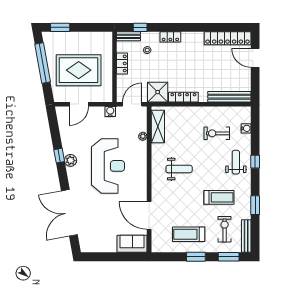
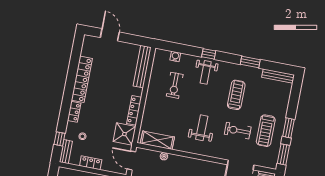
locker: (228, 38) -> (82, 79), moved
door: (255, 58) -> (110, 35), swing flipped
weight bench: (236, 162) -> (206, 72), turned -90
exercise bike: (225, 229) -> (238, 131), moved
window: (229, 257) -> (283, 154), moved

